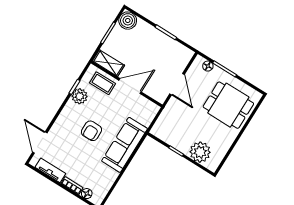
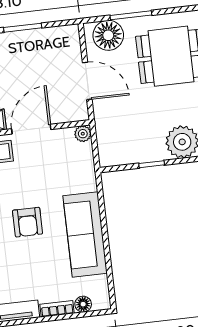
floor lamp: (208, 66) -> (108, 35), width x1.89, depth x1.89
plant: (154, 109) -> (83, 134), added
sofa: (125, 145) -> (85, 234), moved

